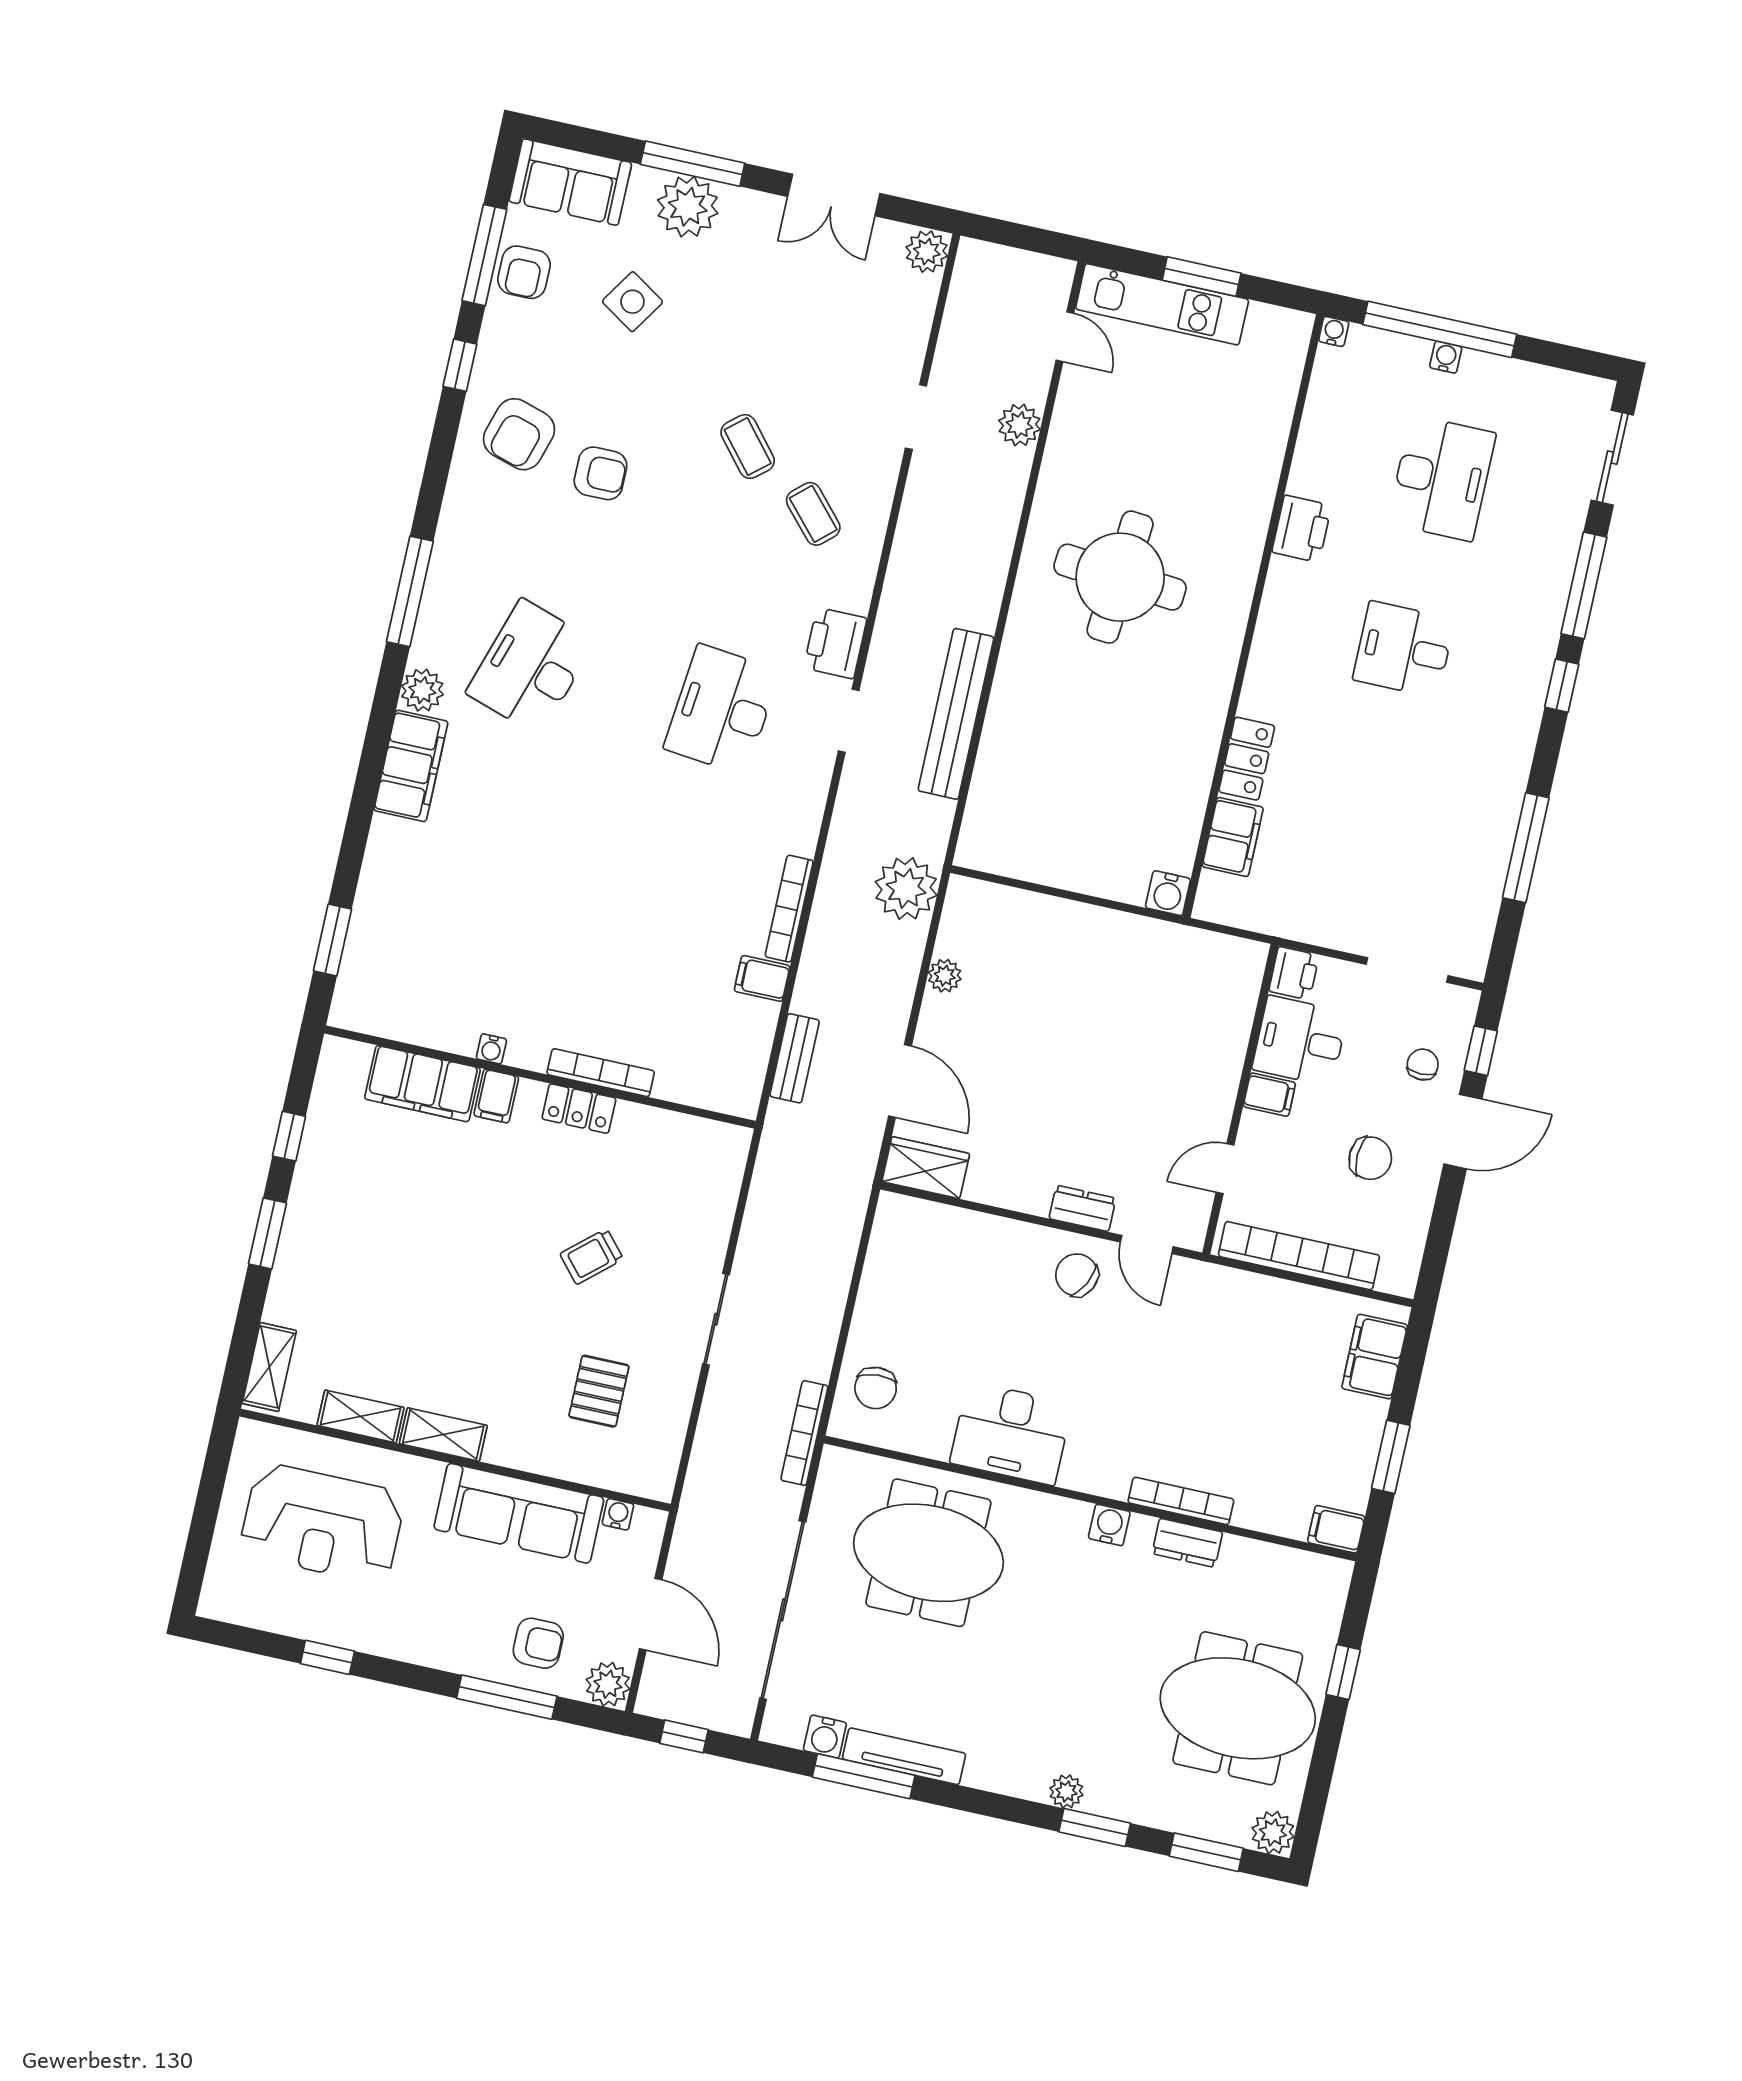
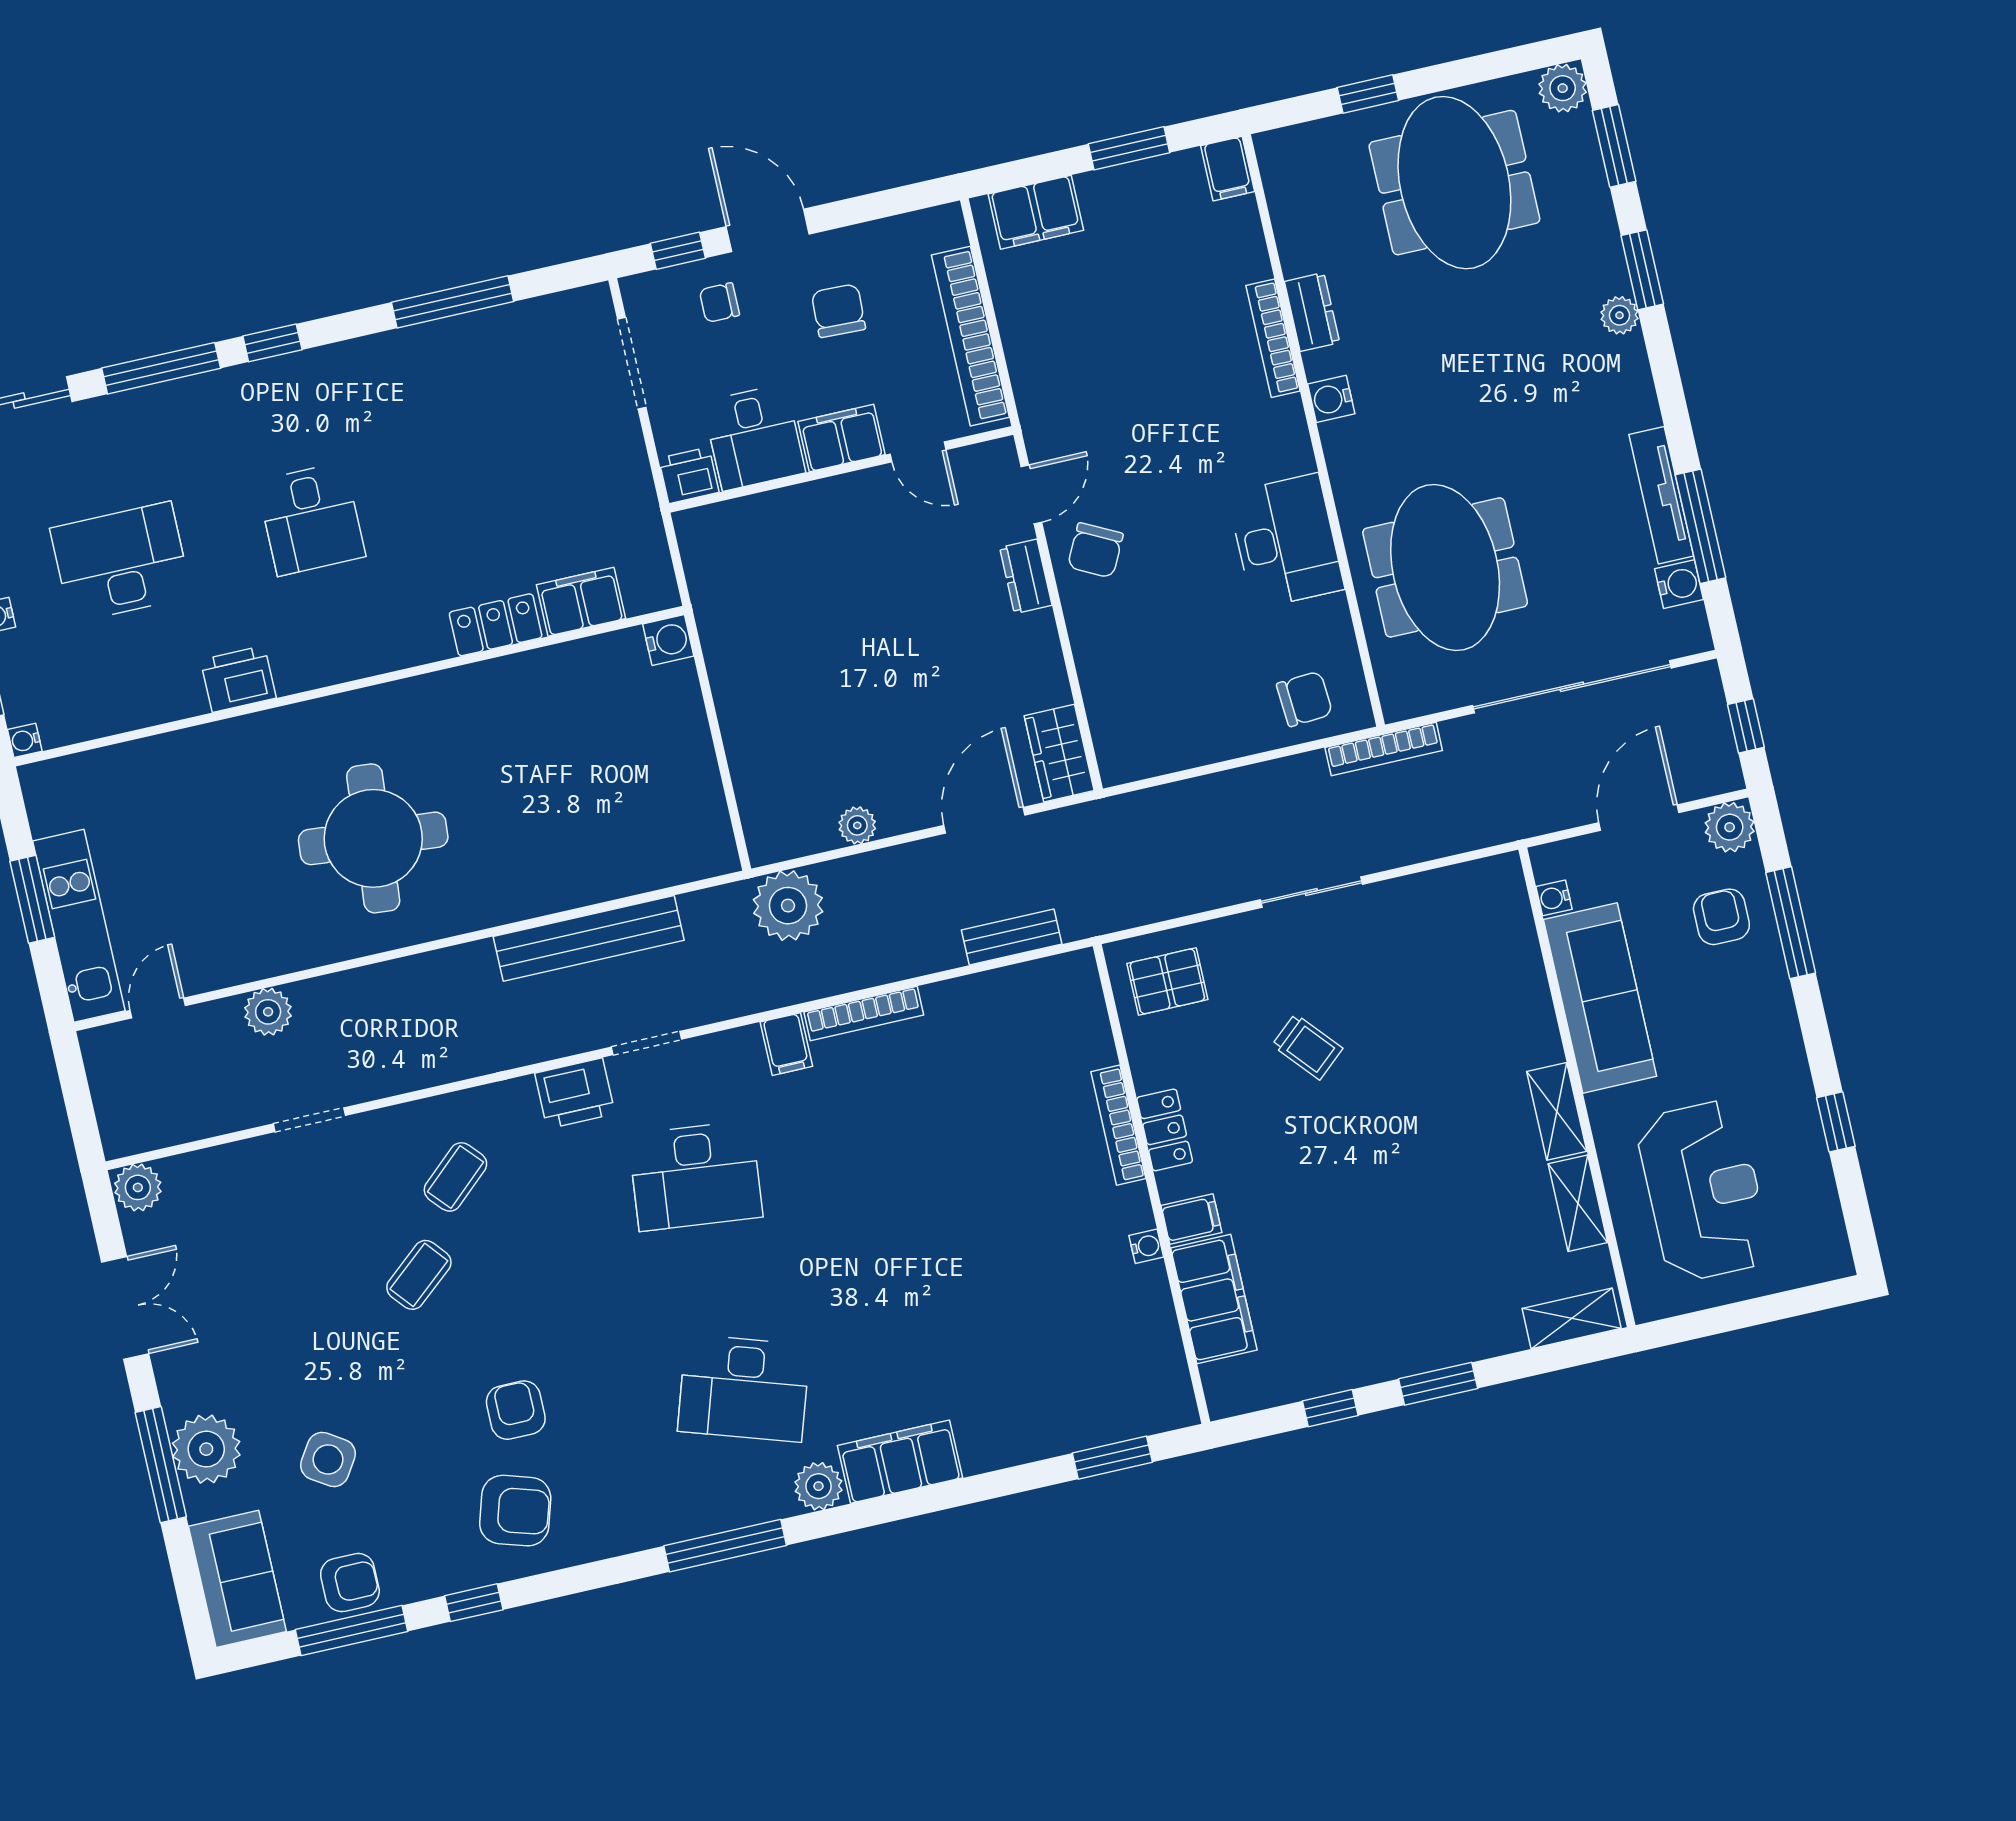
filing cabinet: (762, 978) -> (786, 1044), moved
filing cabinet: (1269, 1095) -> (842, 438), width x2.00
pallet: (599, 1391) -> (1167, 981), moved

